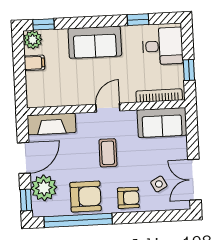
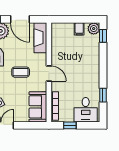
sofa: (95, 42) -> (90, 67), removed

